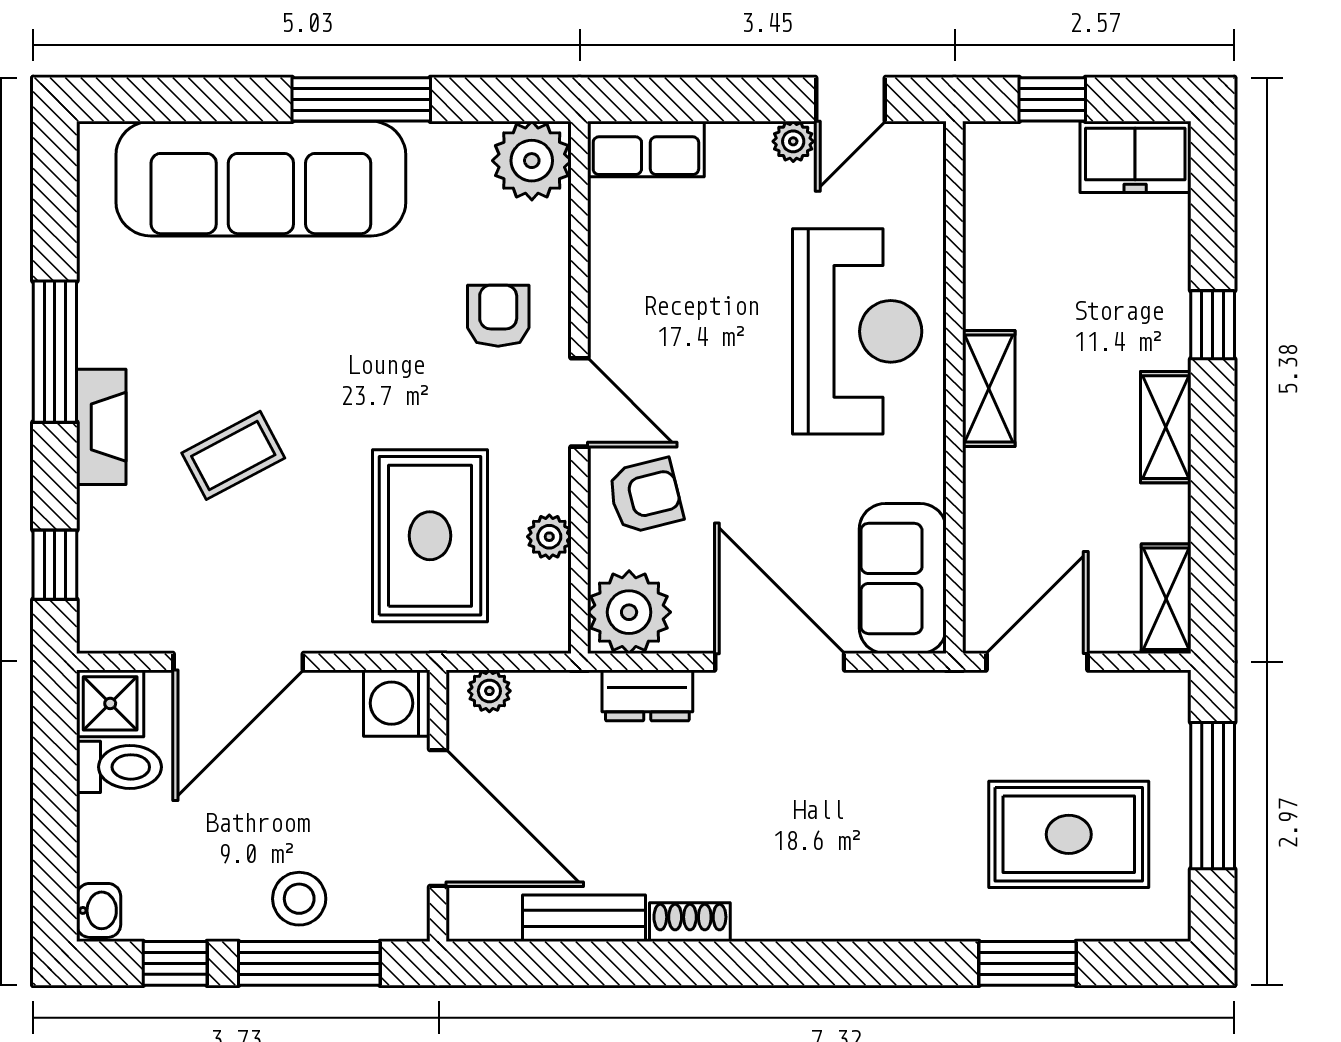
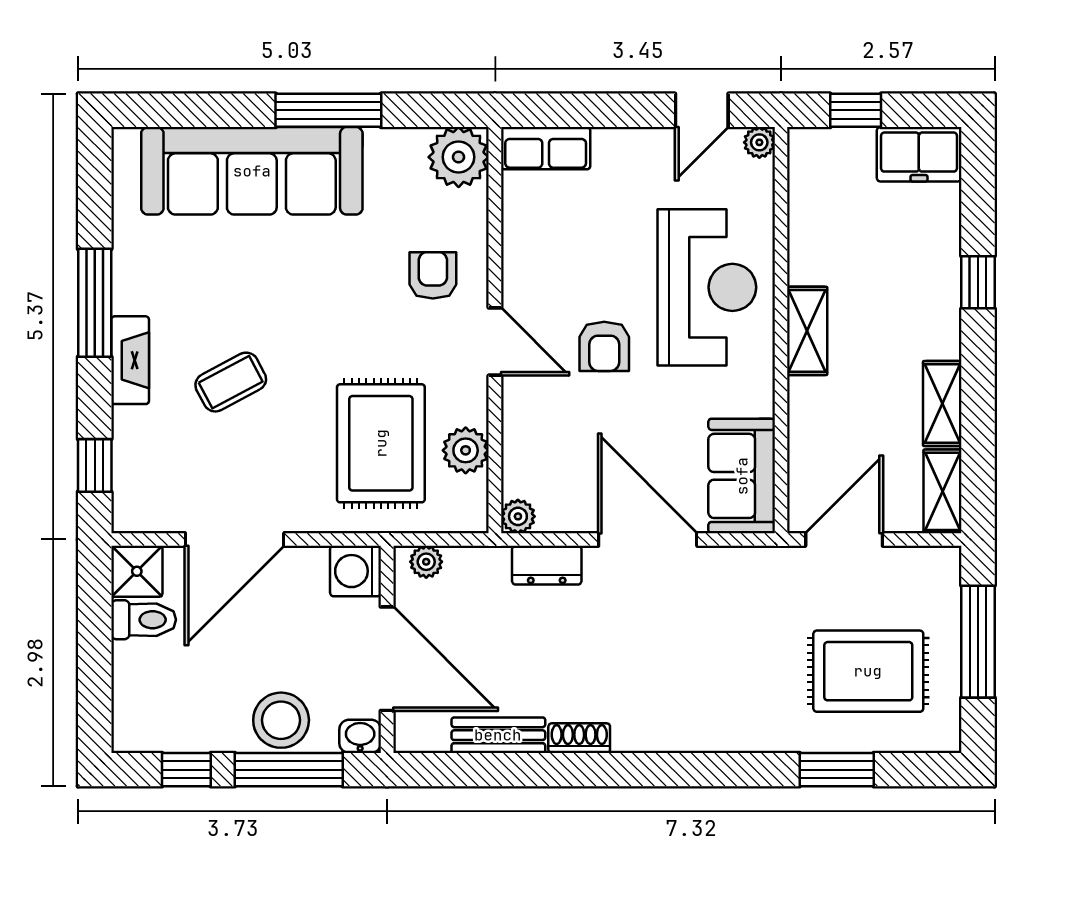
plant: (793, 141) -> (759, 142), moved
shelving: (1166, 427) -> (942, 404), moved
armchair: (645, 496) -> (604, 346), moved, turned 104
plant: (549, 537) -> (466, 450), width x1.38, depth x1.38
plant: (629, 612) -> (518, 516), width x0.53, depth x0.53
stool: (299, 899) -> (281, 720), width x1.38, depth x1.38
washbasin: (99, 910) -> (360, 736), moved, turned -90

